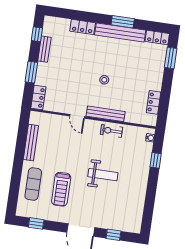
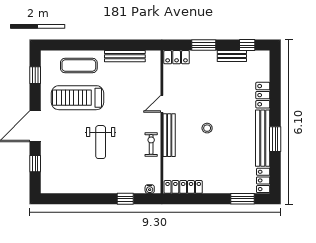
locker: (154, 102) -> (183, 187), width x1.53
treadmill: (61, 189) -> (78, 98), width x1.37, depth x1.38

